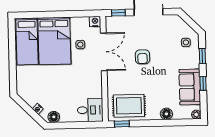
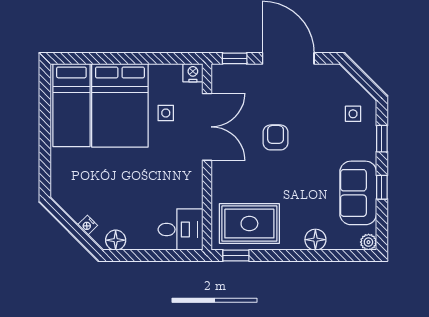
armchair: (142, 57) -> (276, 137), turned 180

